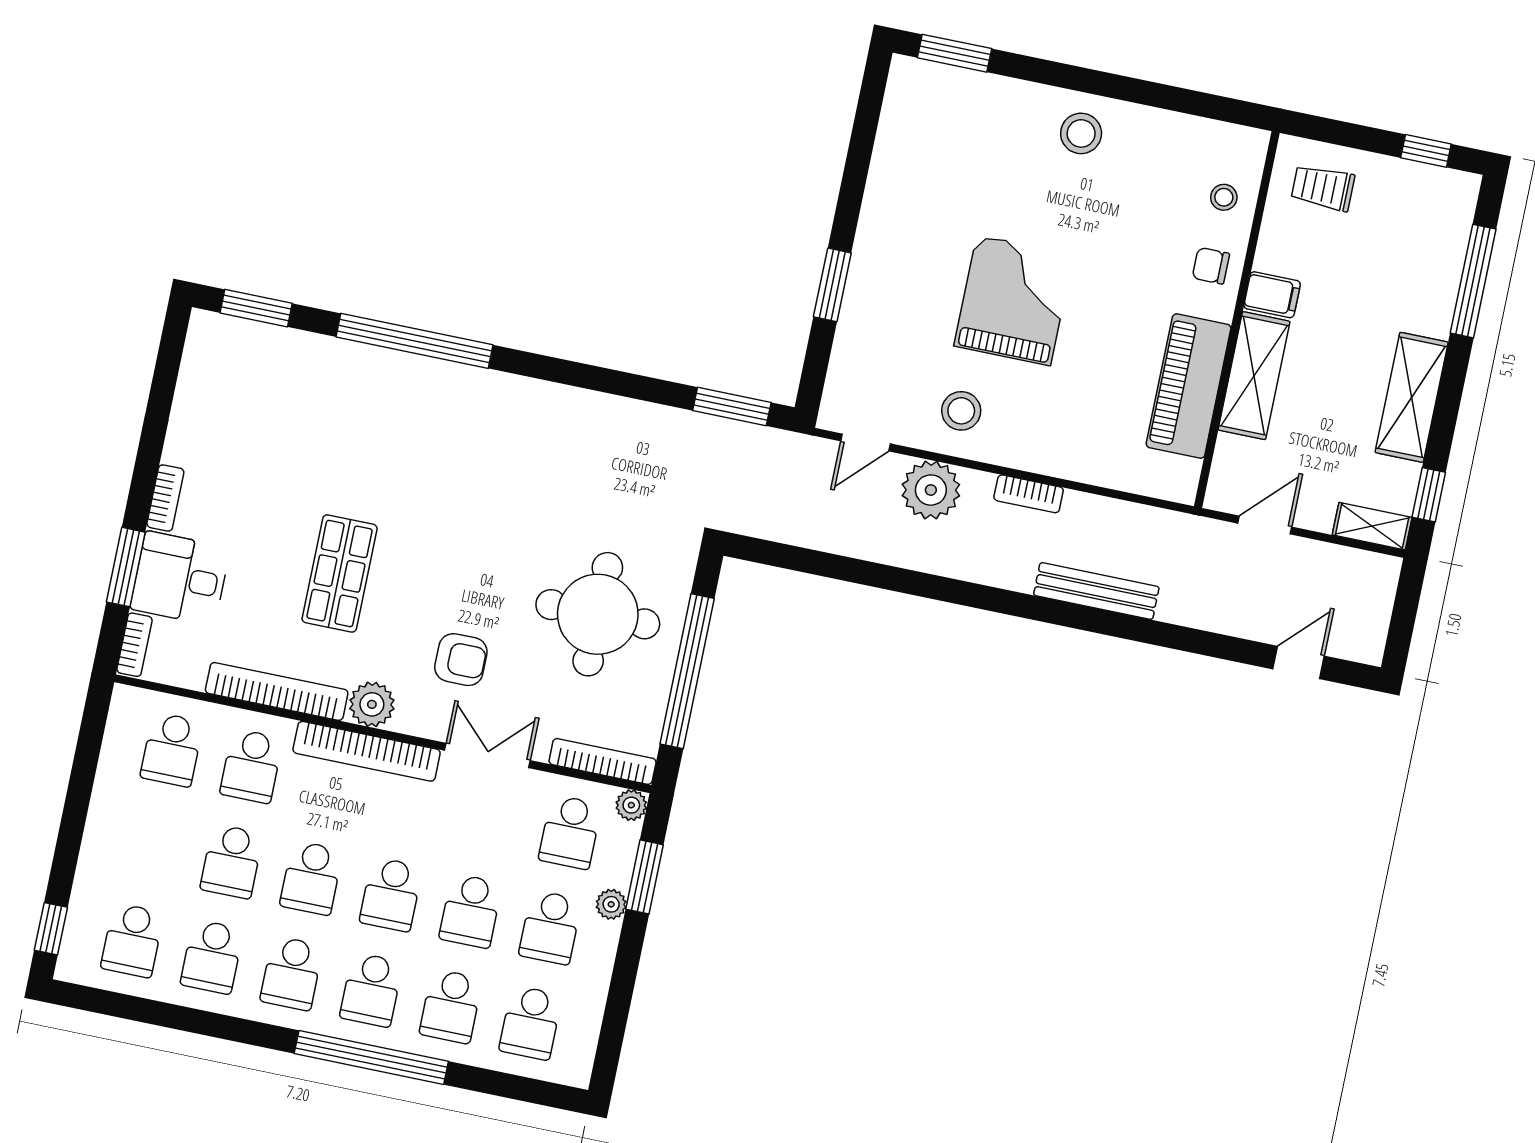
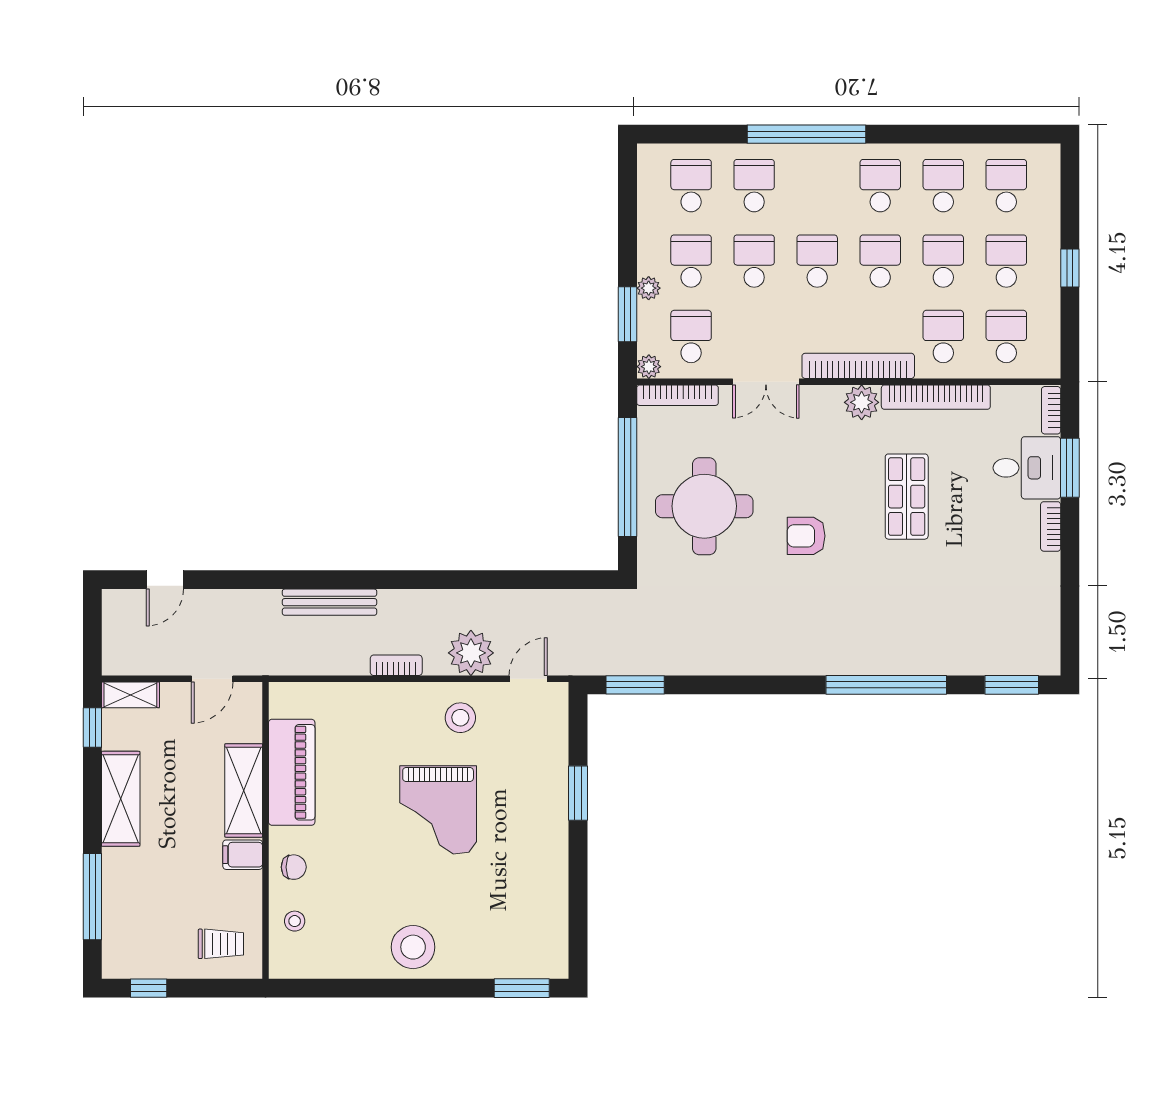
stool: (1081, 133) -> (413, 947), width x1.38, depth x1.38
armchair: (461, 660) -> (806, 536), moved
window: (51, 929) -> (1070, 268), moved
school desk: (371, 990) -> (1006, 261), moved

